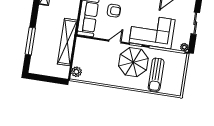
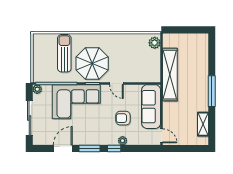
sliding door: (195, 23) -> (29, 118), width x1.37
window: (30, 41) -> (212, 91), moved
door: (115, 42) -> (116, 83), hinge flipped

